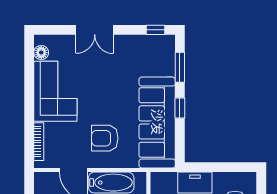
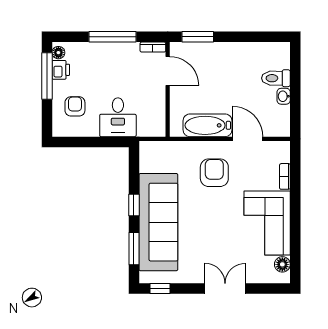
sofa: (157, 122) -> (158, 222), moved
armchair: (105, 138) -> (214, 173), turned -90
bookcase: (39, 142) -> (285, 176), width x0.64

